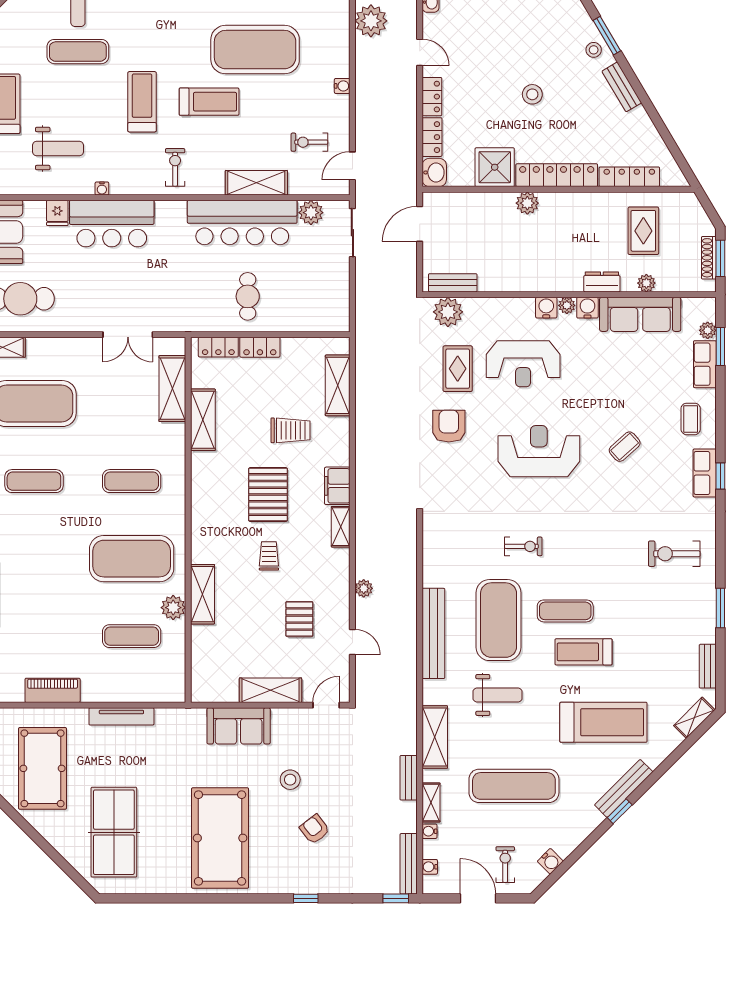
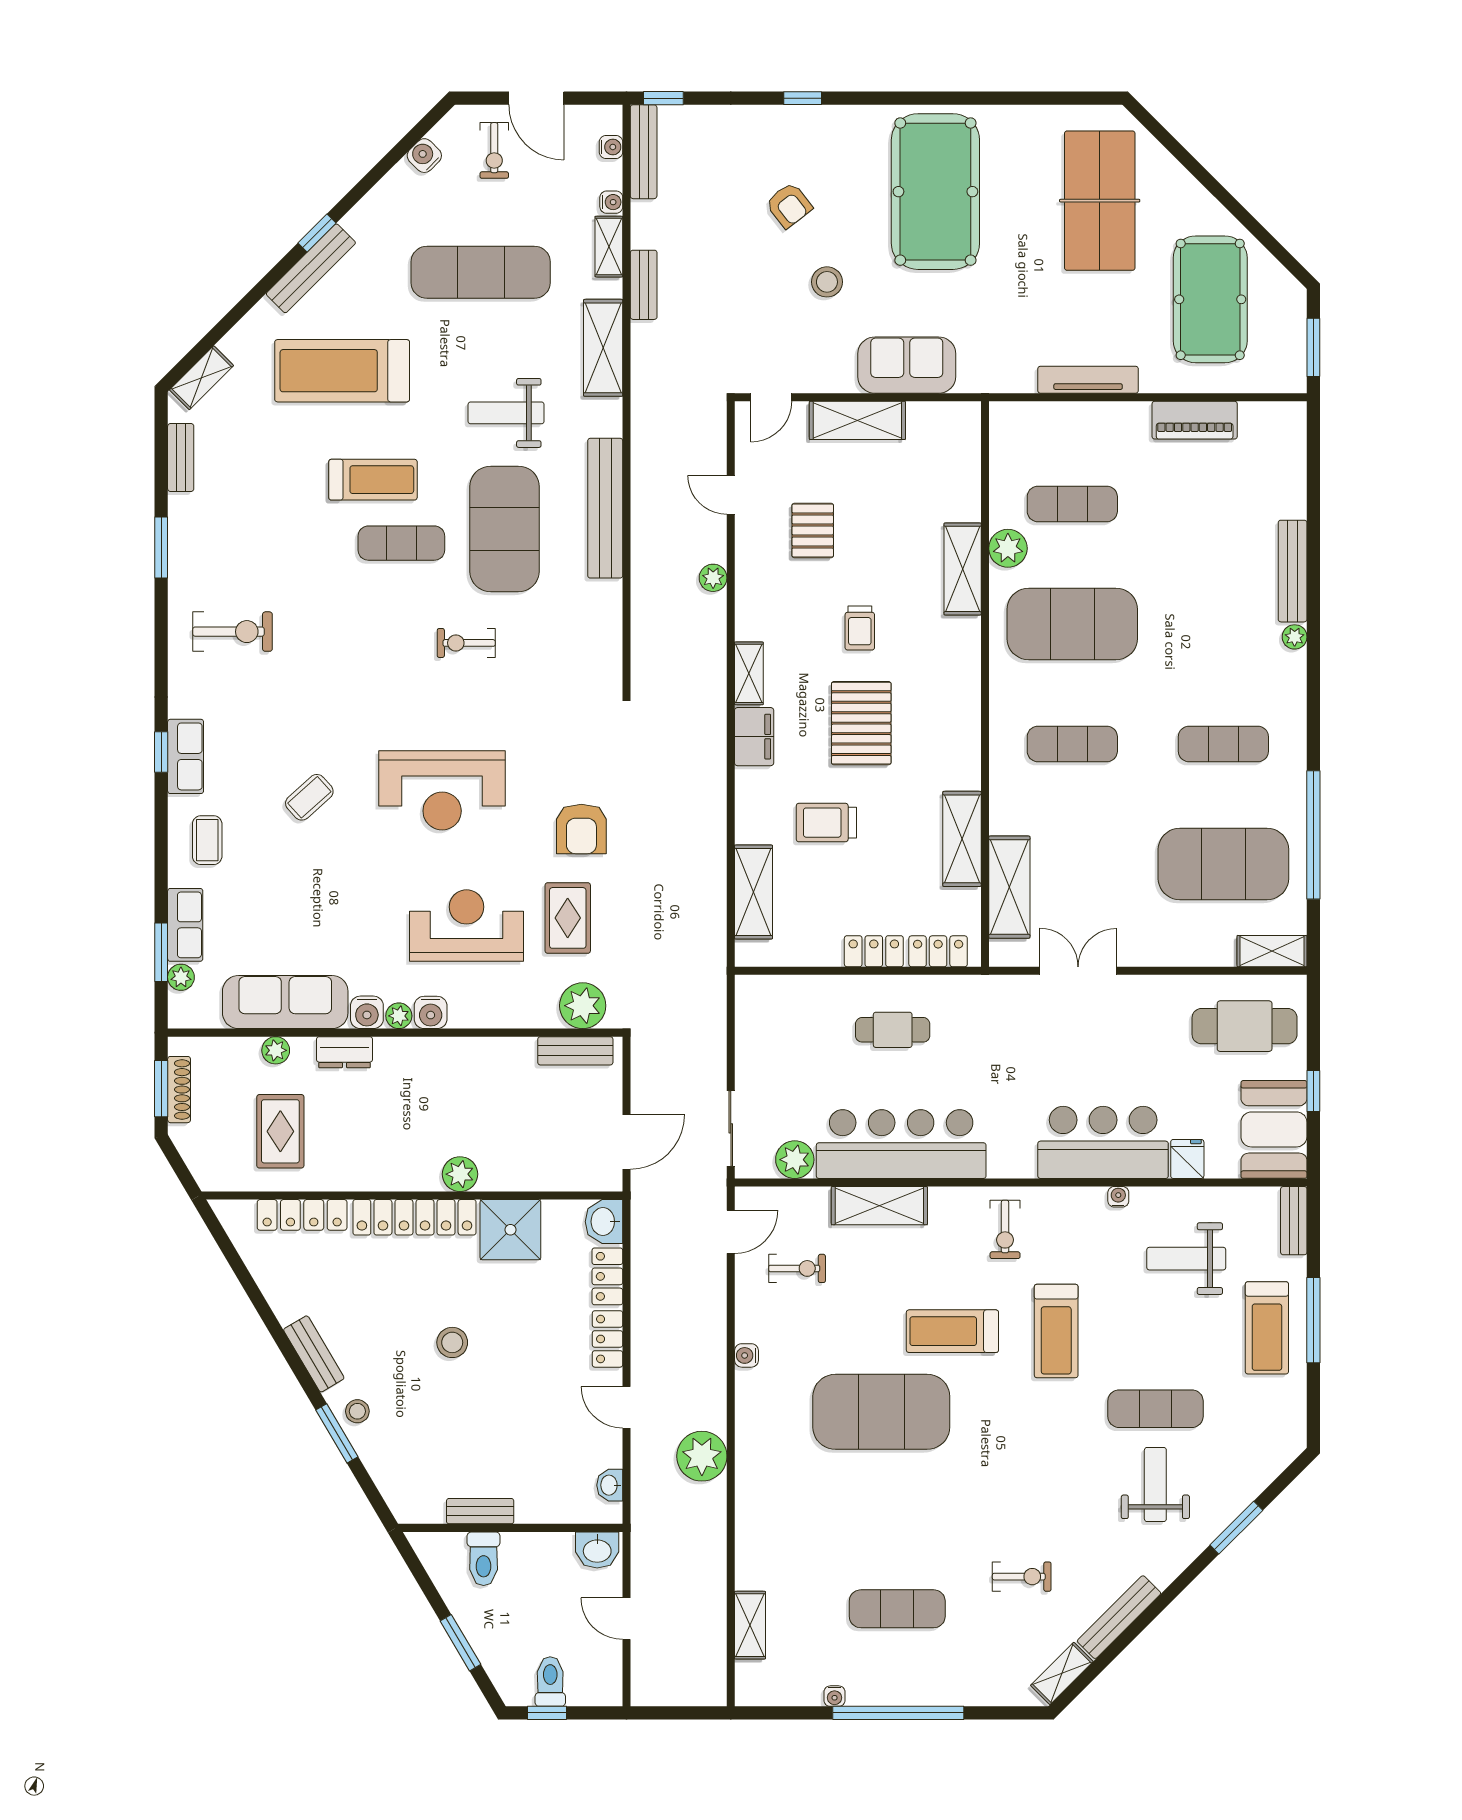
cafe table: (248, 296) -> (893, 1030), turned 90

